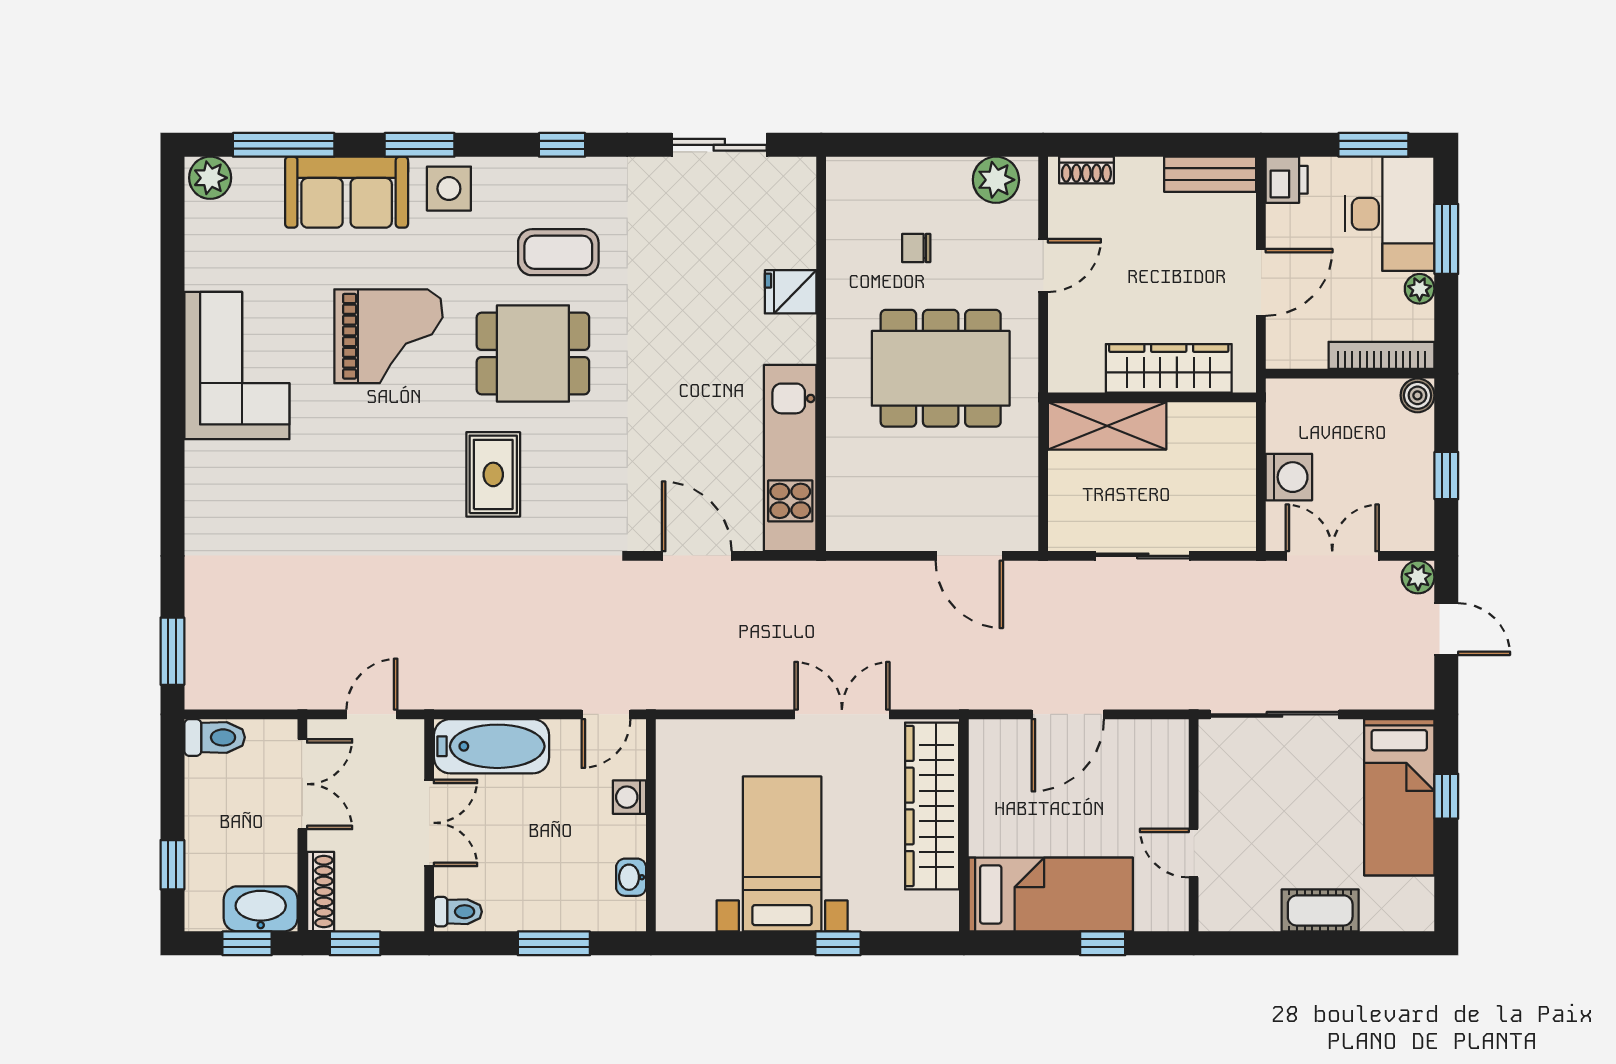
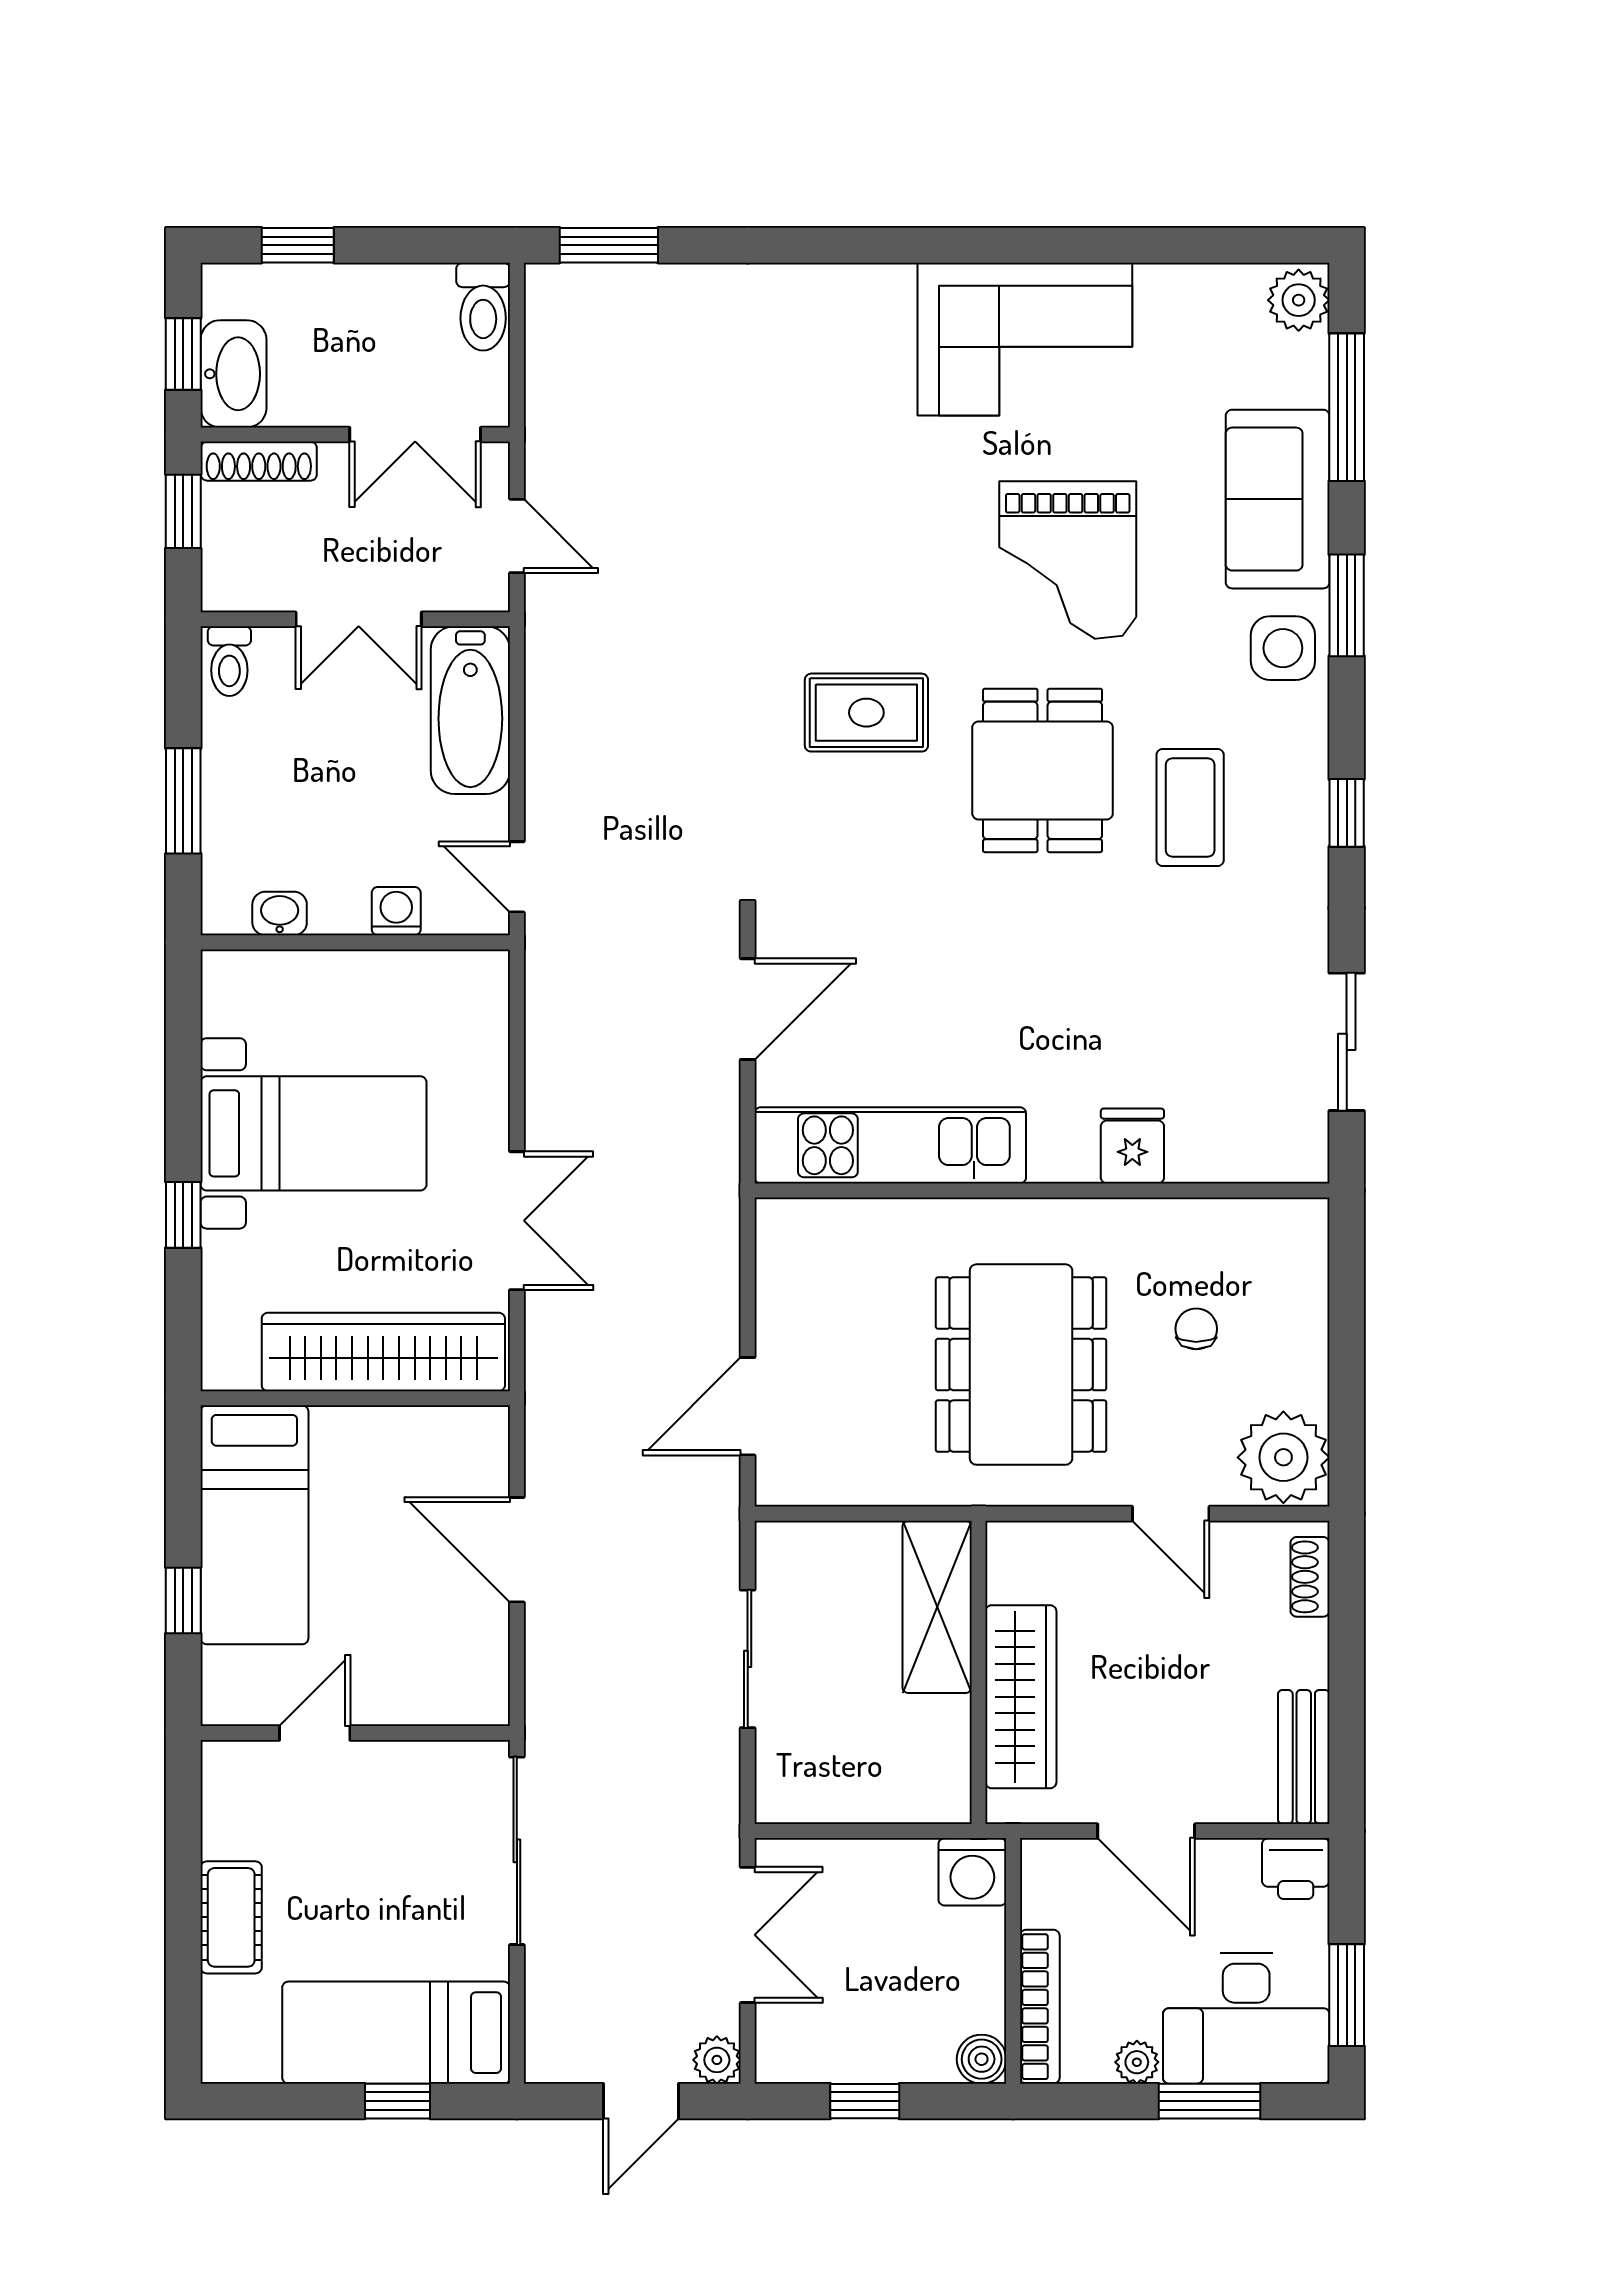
plant: (996, 180) -> (1283, 1457), width x1.36, depth x1.36
washing machine: (1289, 477) -> (972, 1872), moved

